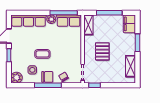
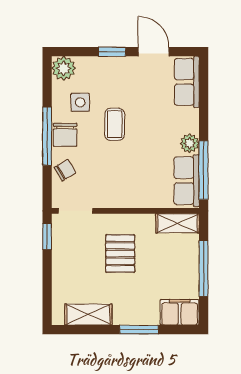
row of seats: (28, 21) -> (187, 82), width x0.68
pallet: (102, 51) -> (120, 254), turned 90

